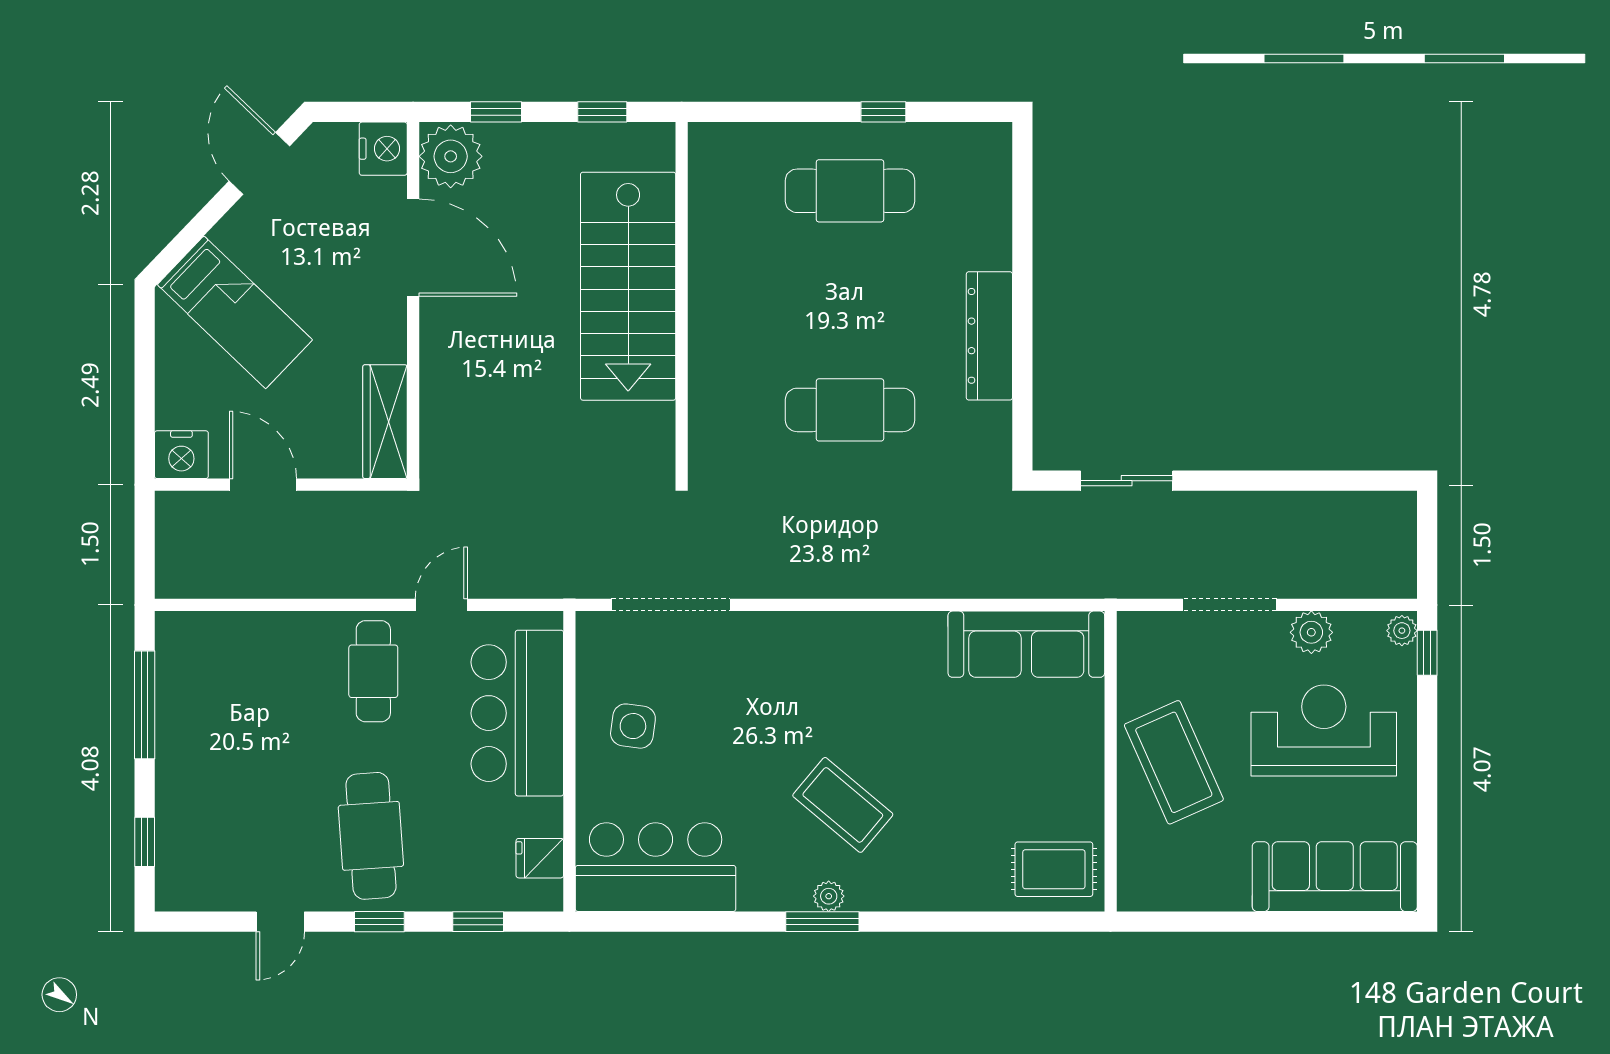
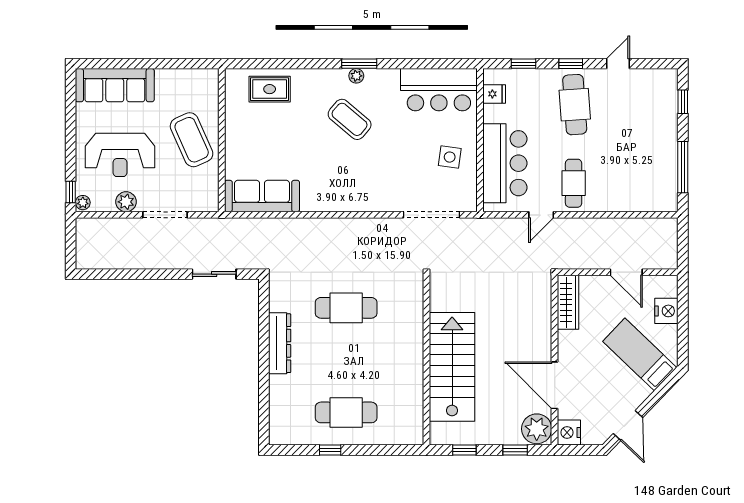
nightstand: (181, 455) -> (666, 311), moved, turned 90
rug: (1054, 869) -> (270, 89), moved

